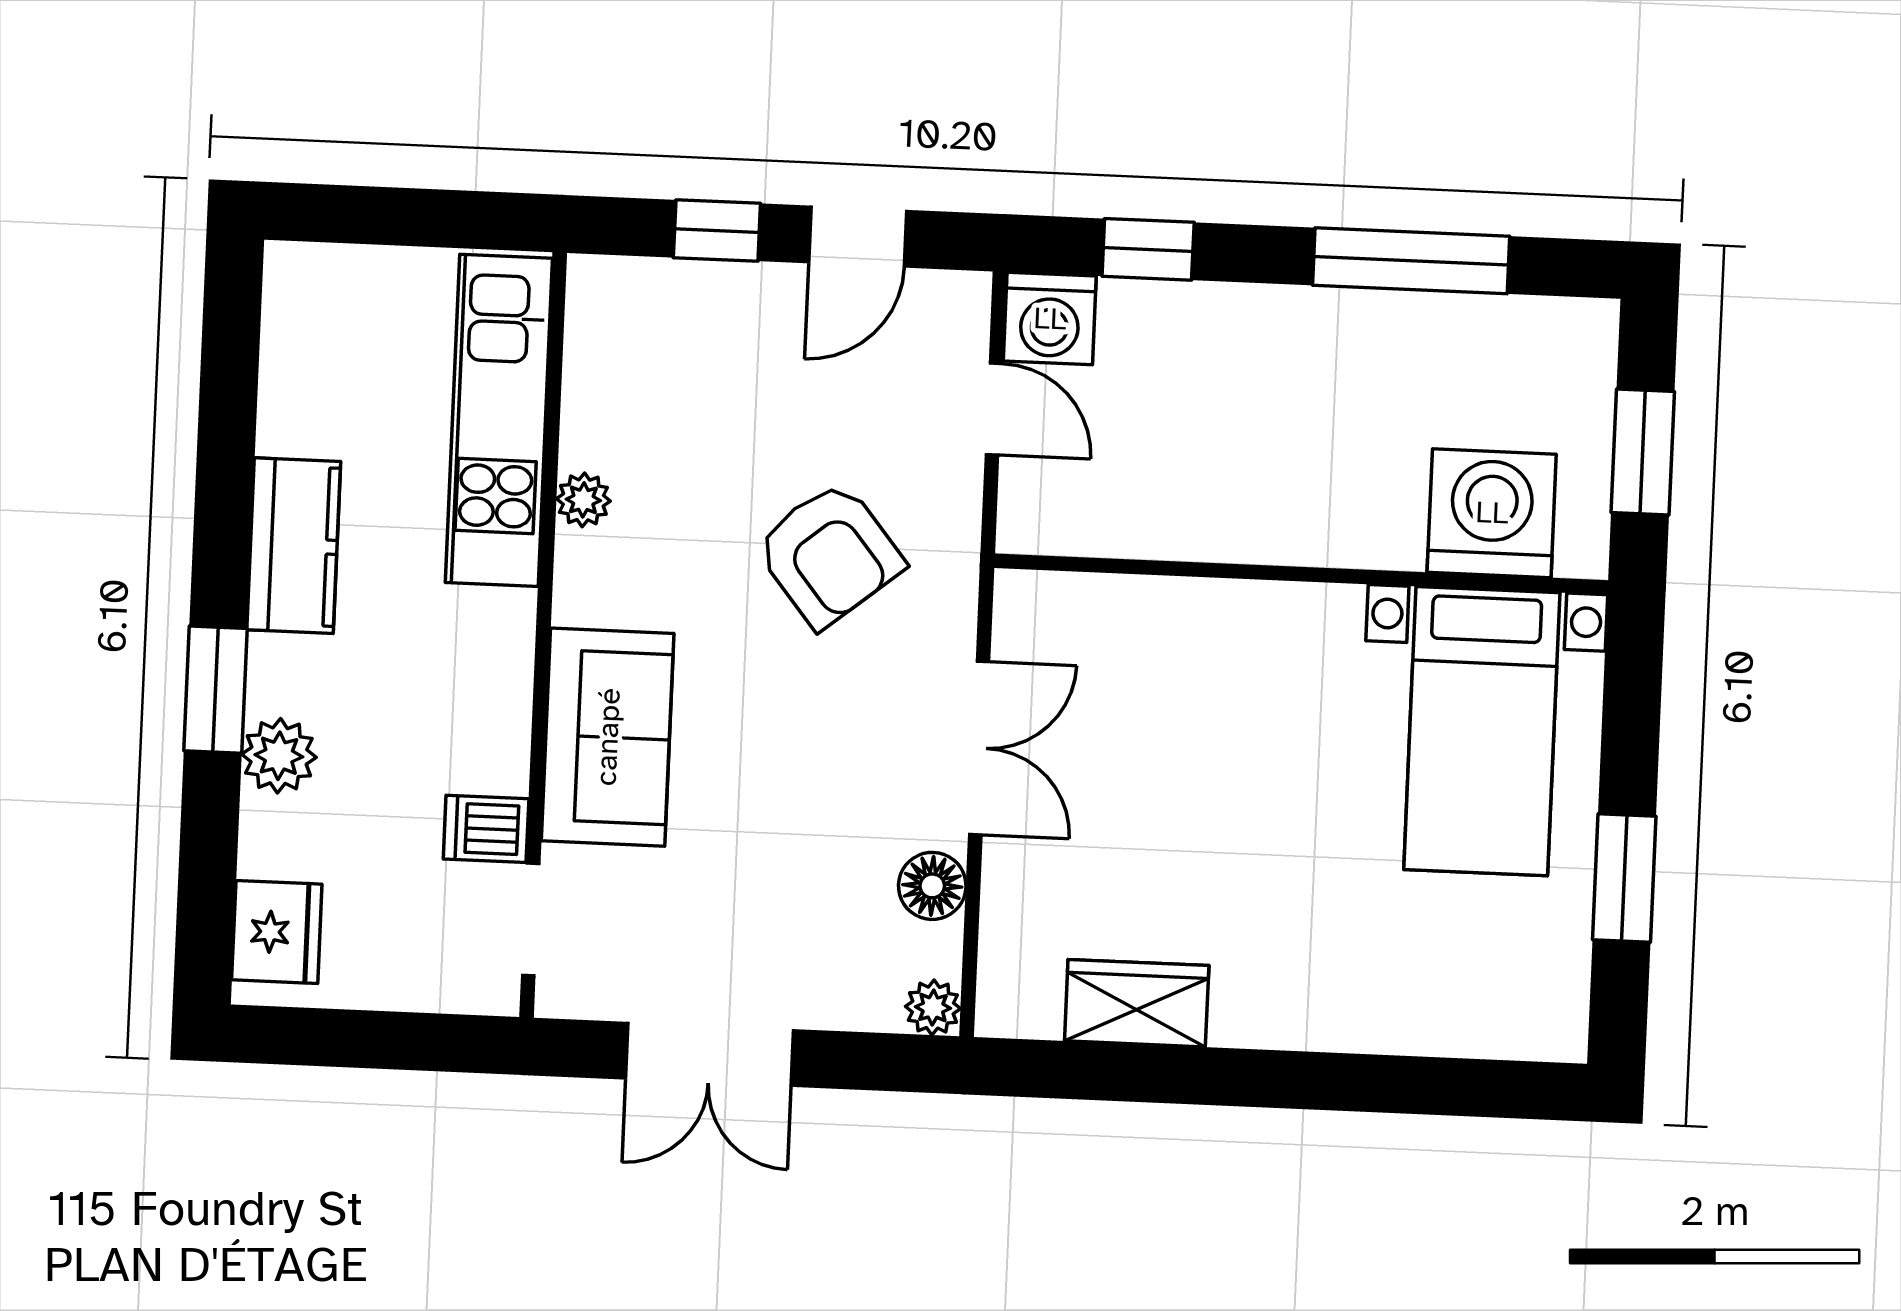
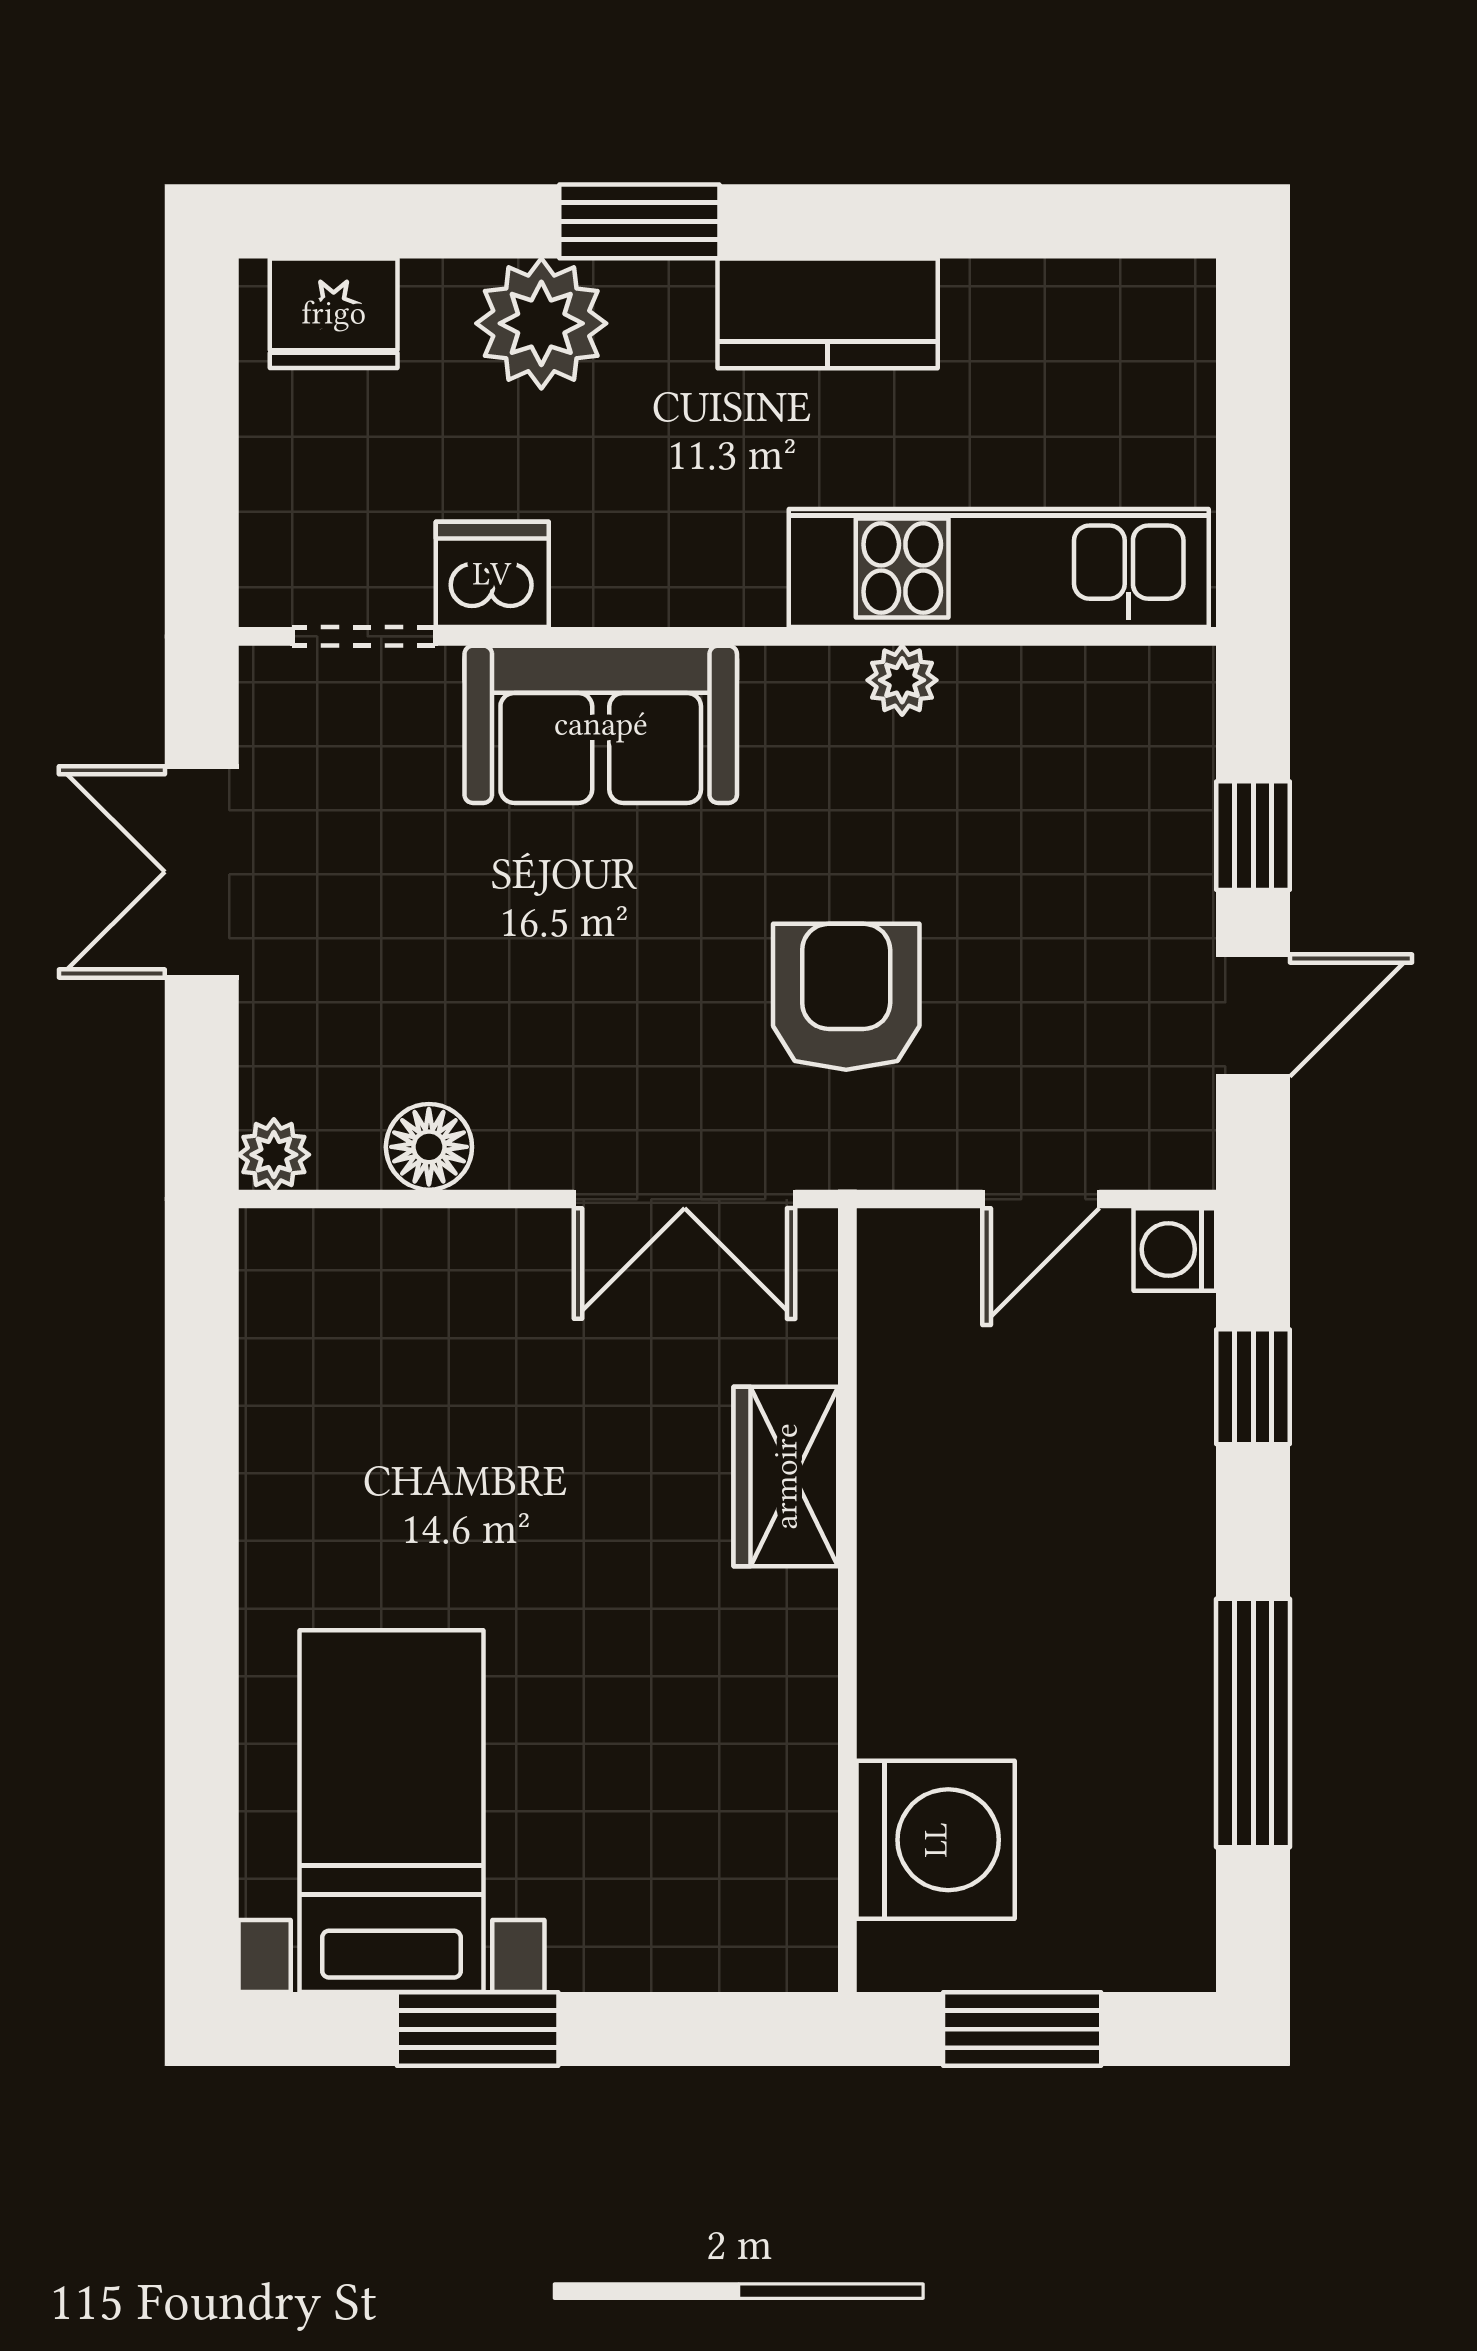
door: (858, 237) -> (1253, 1015), swing flipped
washing machine: (1050, 319) -> (1175, 1249), width x0.73, depth x0.73
armchair: (829, 554) -> (846, 997), turned 129
bed with nightstands: (1482, 731) -> (392, 1811), moved, turned 90
double door: (979, 748) -> (685, 1199), moved
plant: (279, 756) -> (541, 323), width x1.36, depth x1.36
dishwasher: (486, 829) -> (492, 574), width x1.38
wardrobe: (1137, 1003) -> (786, 1476), moved, turned 180

